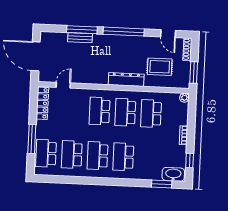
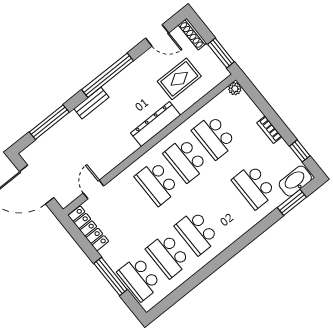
window: (82, 30) -> (49, 122), moved
bench: (80, 38) -> (91, 103), moved
school desk: (123, 157) -> (254, 186), moved

